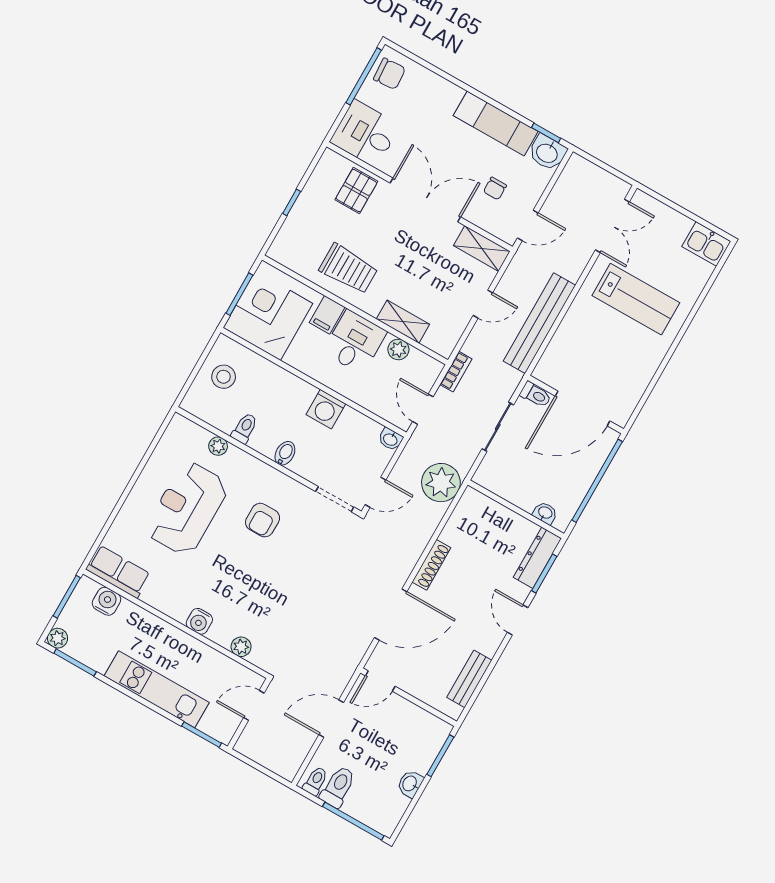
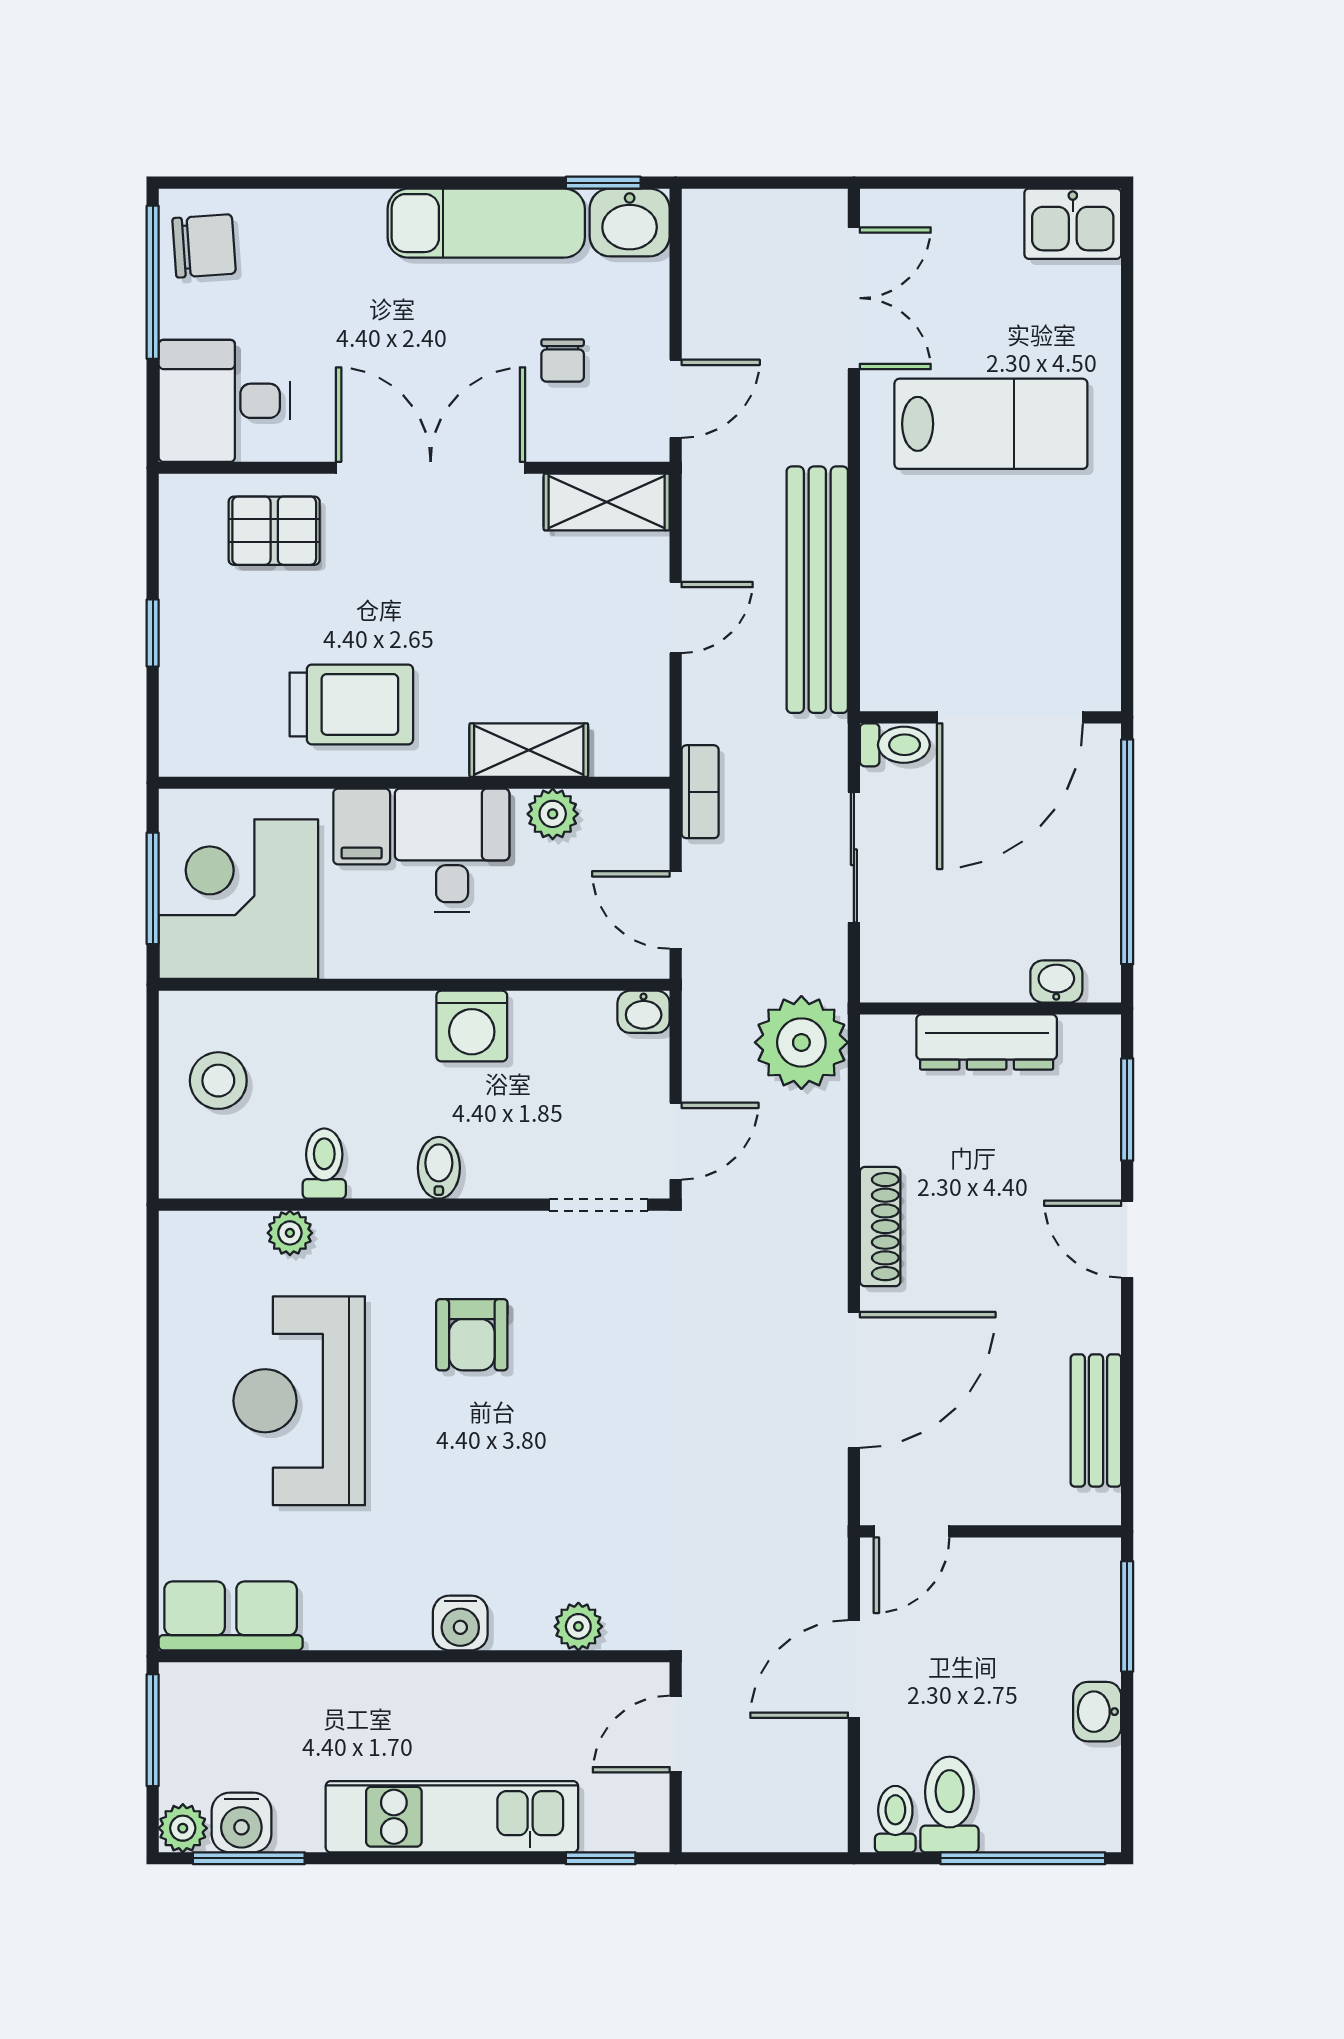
pallet: (356, 191) -> (274, 531), turned 90
dresser: (537, 558) -> (987, 1042), moved, turned -90
water cooler: (107, 601) -> (241, 1823), moved, turned 180
window: (202, 735) -> (601, 1858), width x0.67

